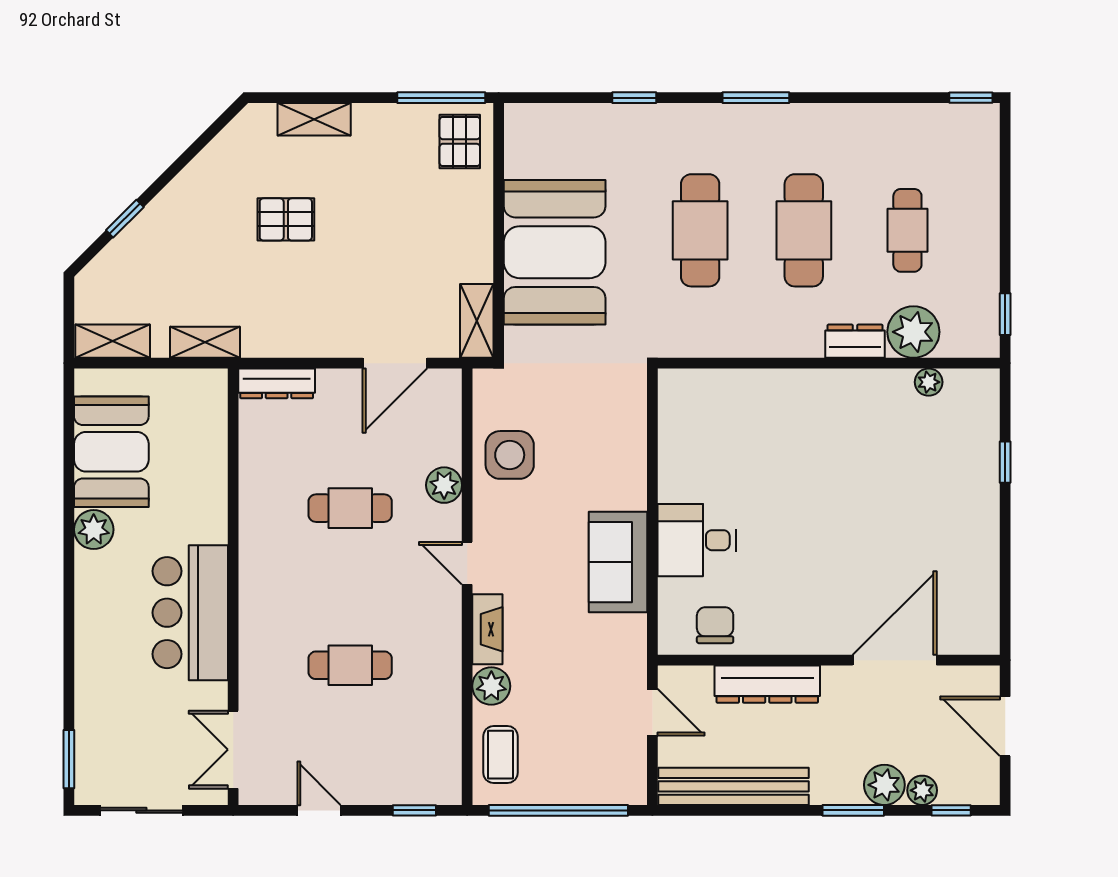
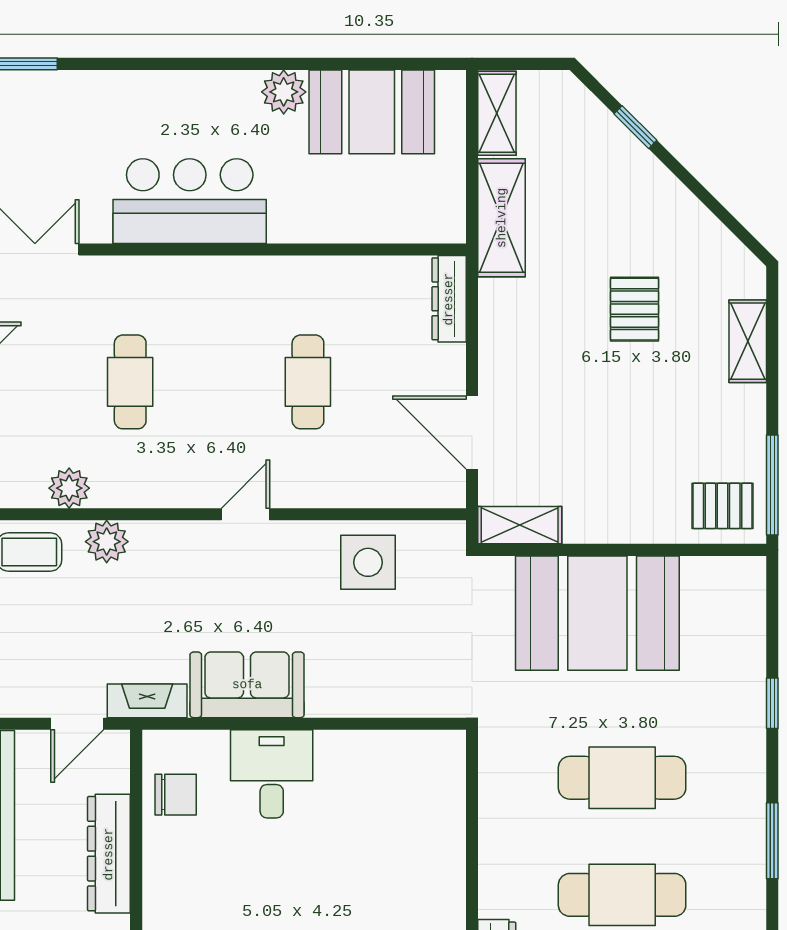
shelving: (205, 342) -> (502, 218), width x1.50, depth x1.33
plant: (444, 485) -> (69, 488), moved
fireplace: (487, 629) -> (147, 701), moved, turned 180

